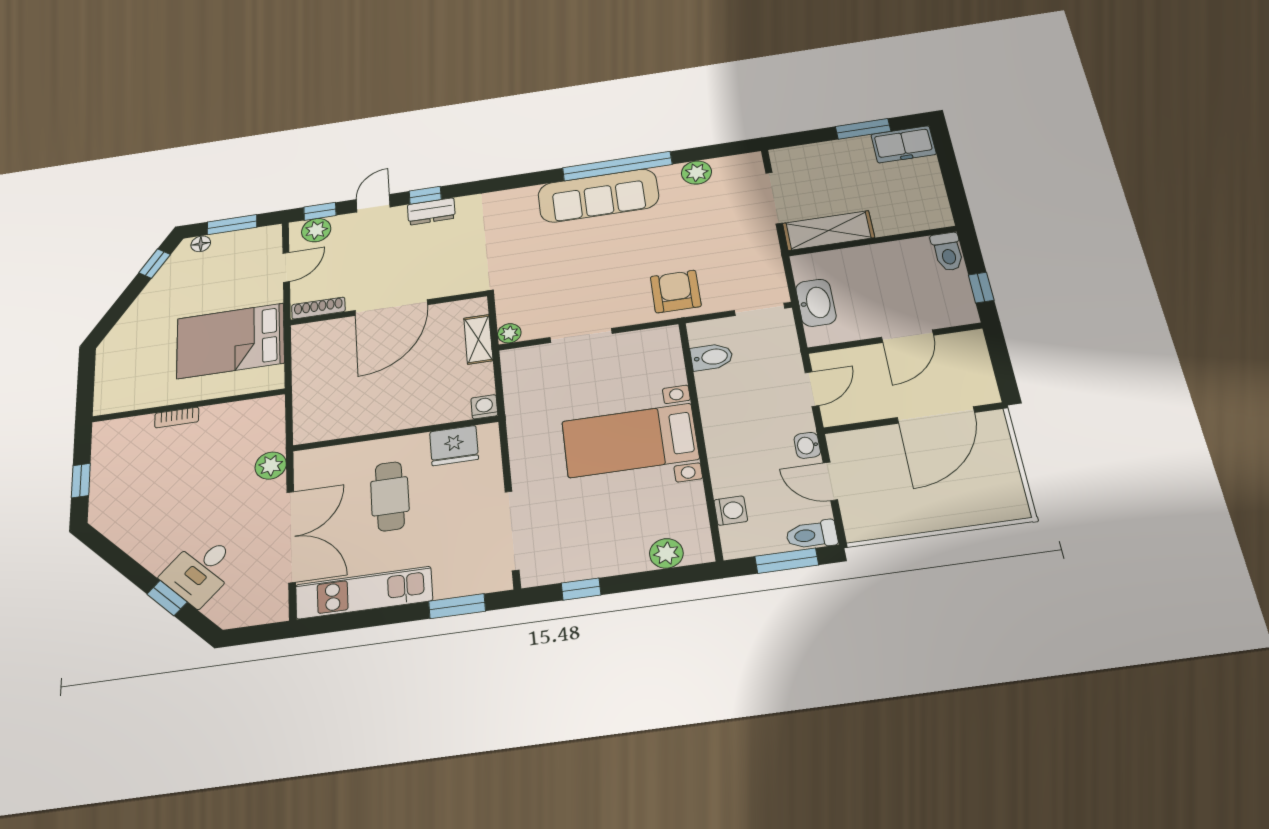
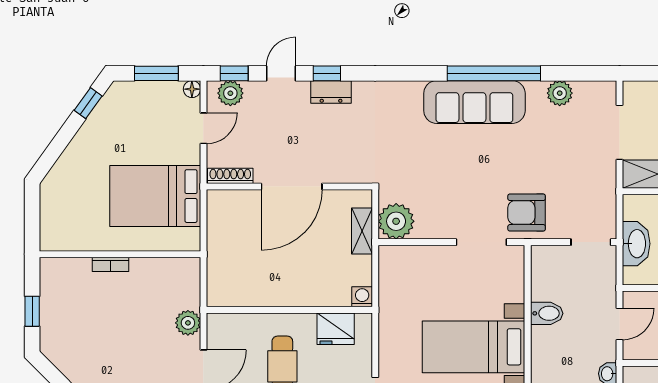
floor lamp: (201, 244) -> (192, 89), moved
armchair: (676, 291) -> (527, 213), turned -90
plant: (509, 333) -> (396, 221), width x1.87, depth x1.87
doorway: (581, 336) -> (481, 242), moved
bidet: (712, 357) -> (547, 313), moved

